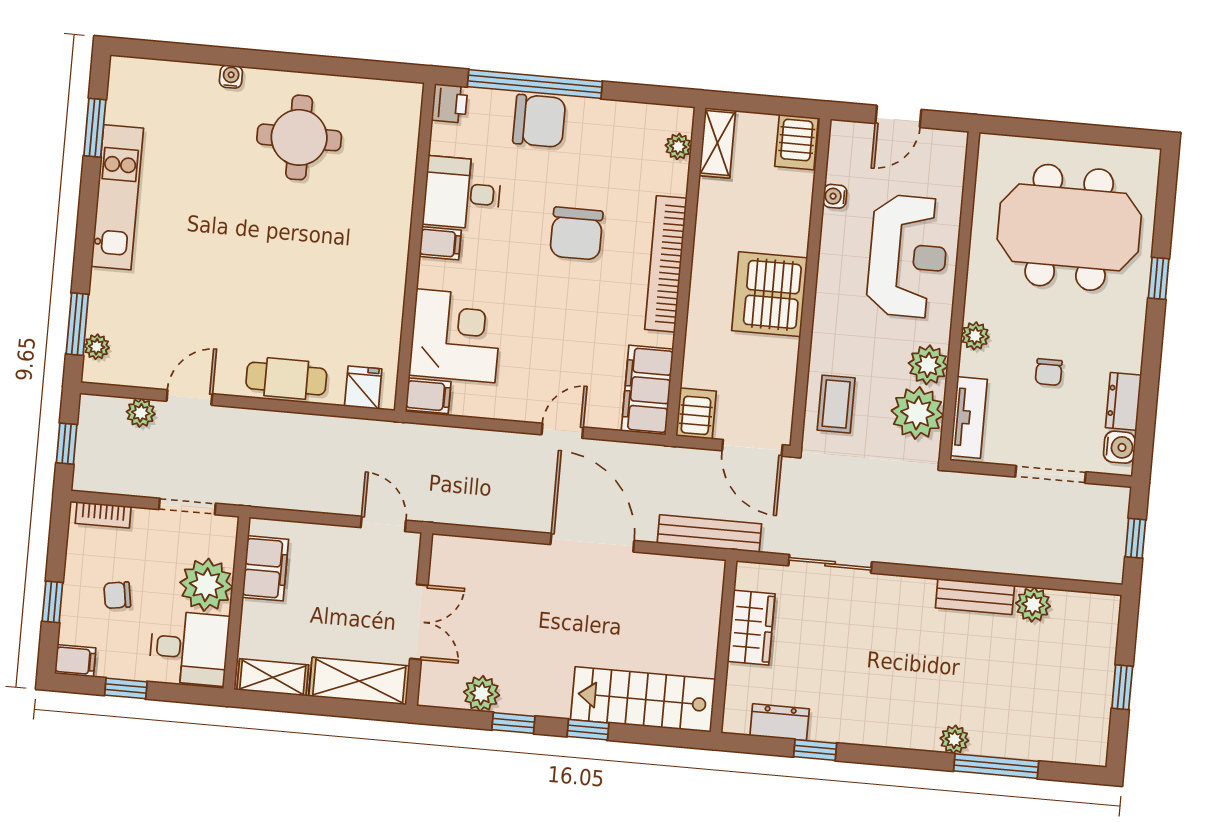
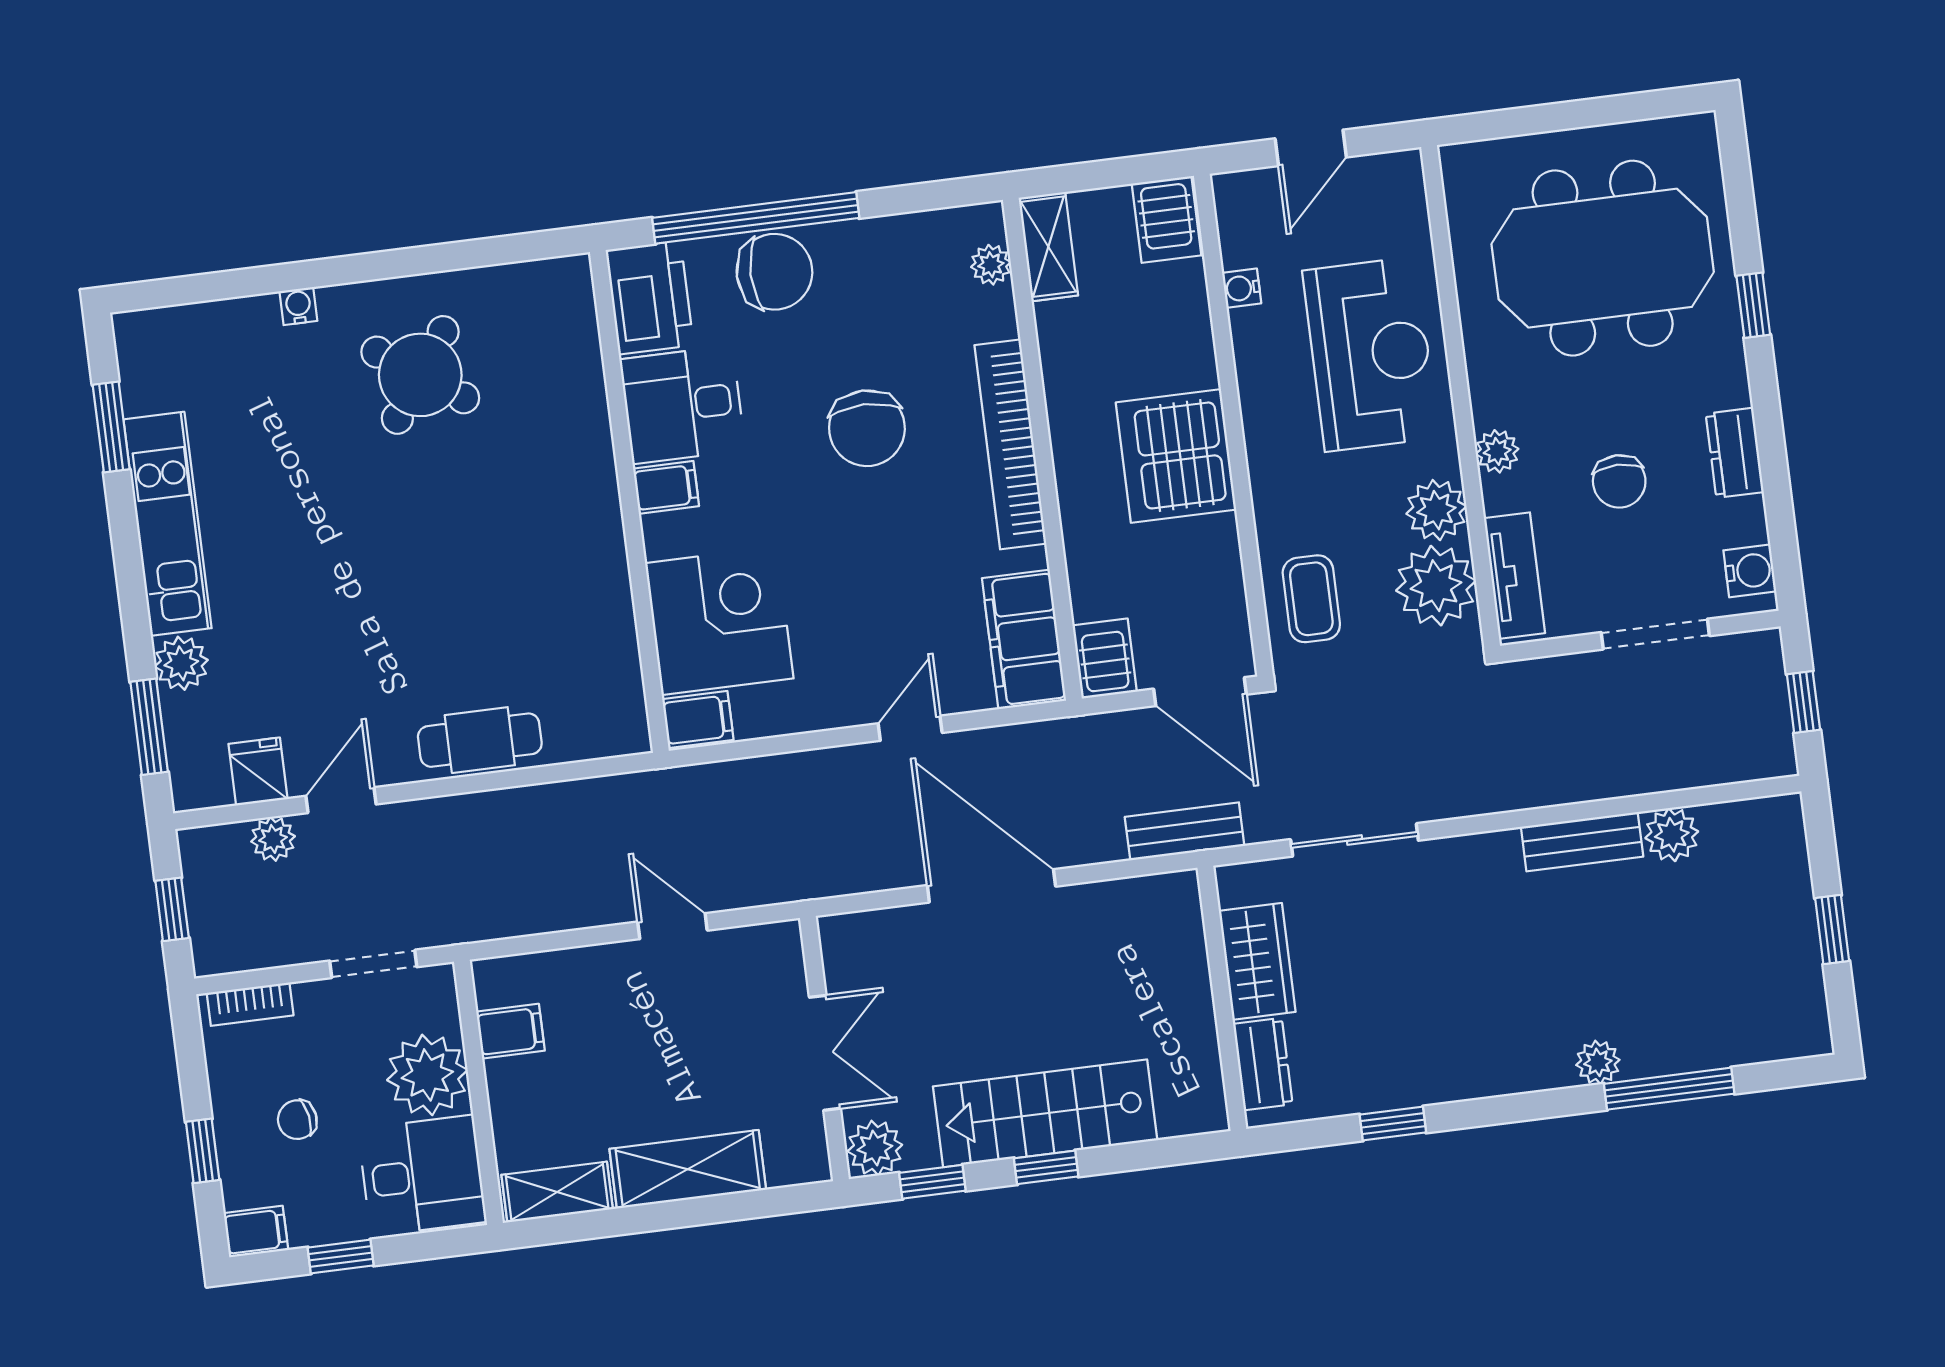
printer: (450, 103) -> (650, 298), width x1.87, depth x1.48
round table: (299, 137) -> (420, 375), turned 35
plant: (97, 347) -> (181, 663), moved, width x1.38, depth x1.38
chair: (1049, 372) -> (1619, 481), width x1.37, depth x1.37
fridge: (363, 388) -> (258, 771), moved
dresser: (1123, 401) -> (1735, 453), moved
bench: (709, 534) -> (1185, 831), width x0.73
filing cabinet: (265, 568) -> (510, 1031), width x0.50
wall: (419, 619) -> (824, 1049), moved
double door: (419, 622) -> (825, 1053), moved
stairs: (643, 699) -> (1045, 1113), moved
dresser: (780, 722) -> (1263, 1064), moved, turned 90

